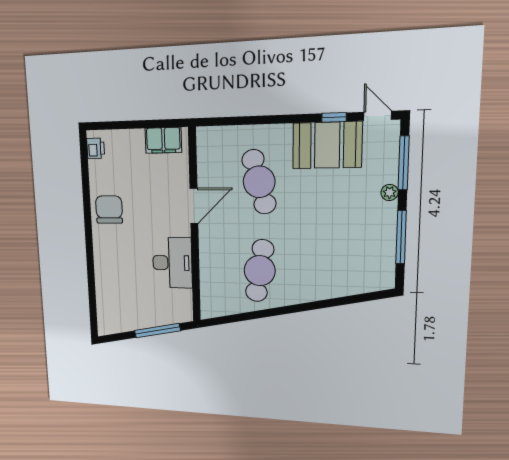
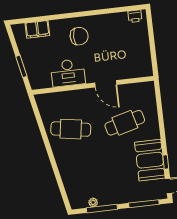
filing cabinet: (163, 140) -> (37, 29), moved, turned -90
plant: (390, 192) -> (93, 202), moved
chair: (109, 210) -> (79, 36), moved
window: (157, 331) -> (21, 66), width x0.69

